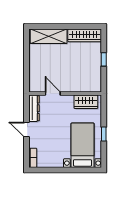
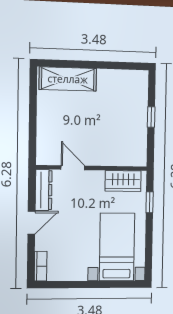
wardrobe: (85, 35) -> (123, 79), removed
door: (26, 130) -> (31, 223), swing flipped
window: (104, 134) -> (150, 202), moved

